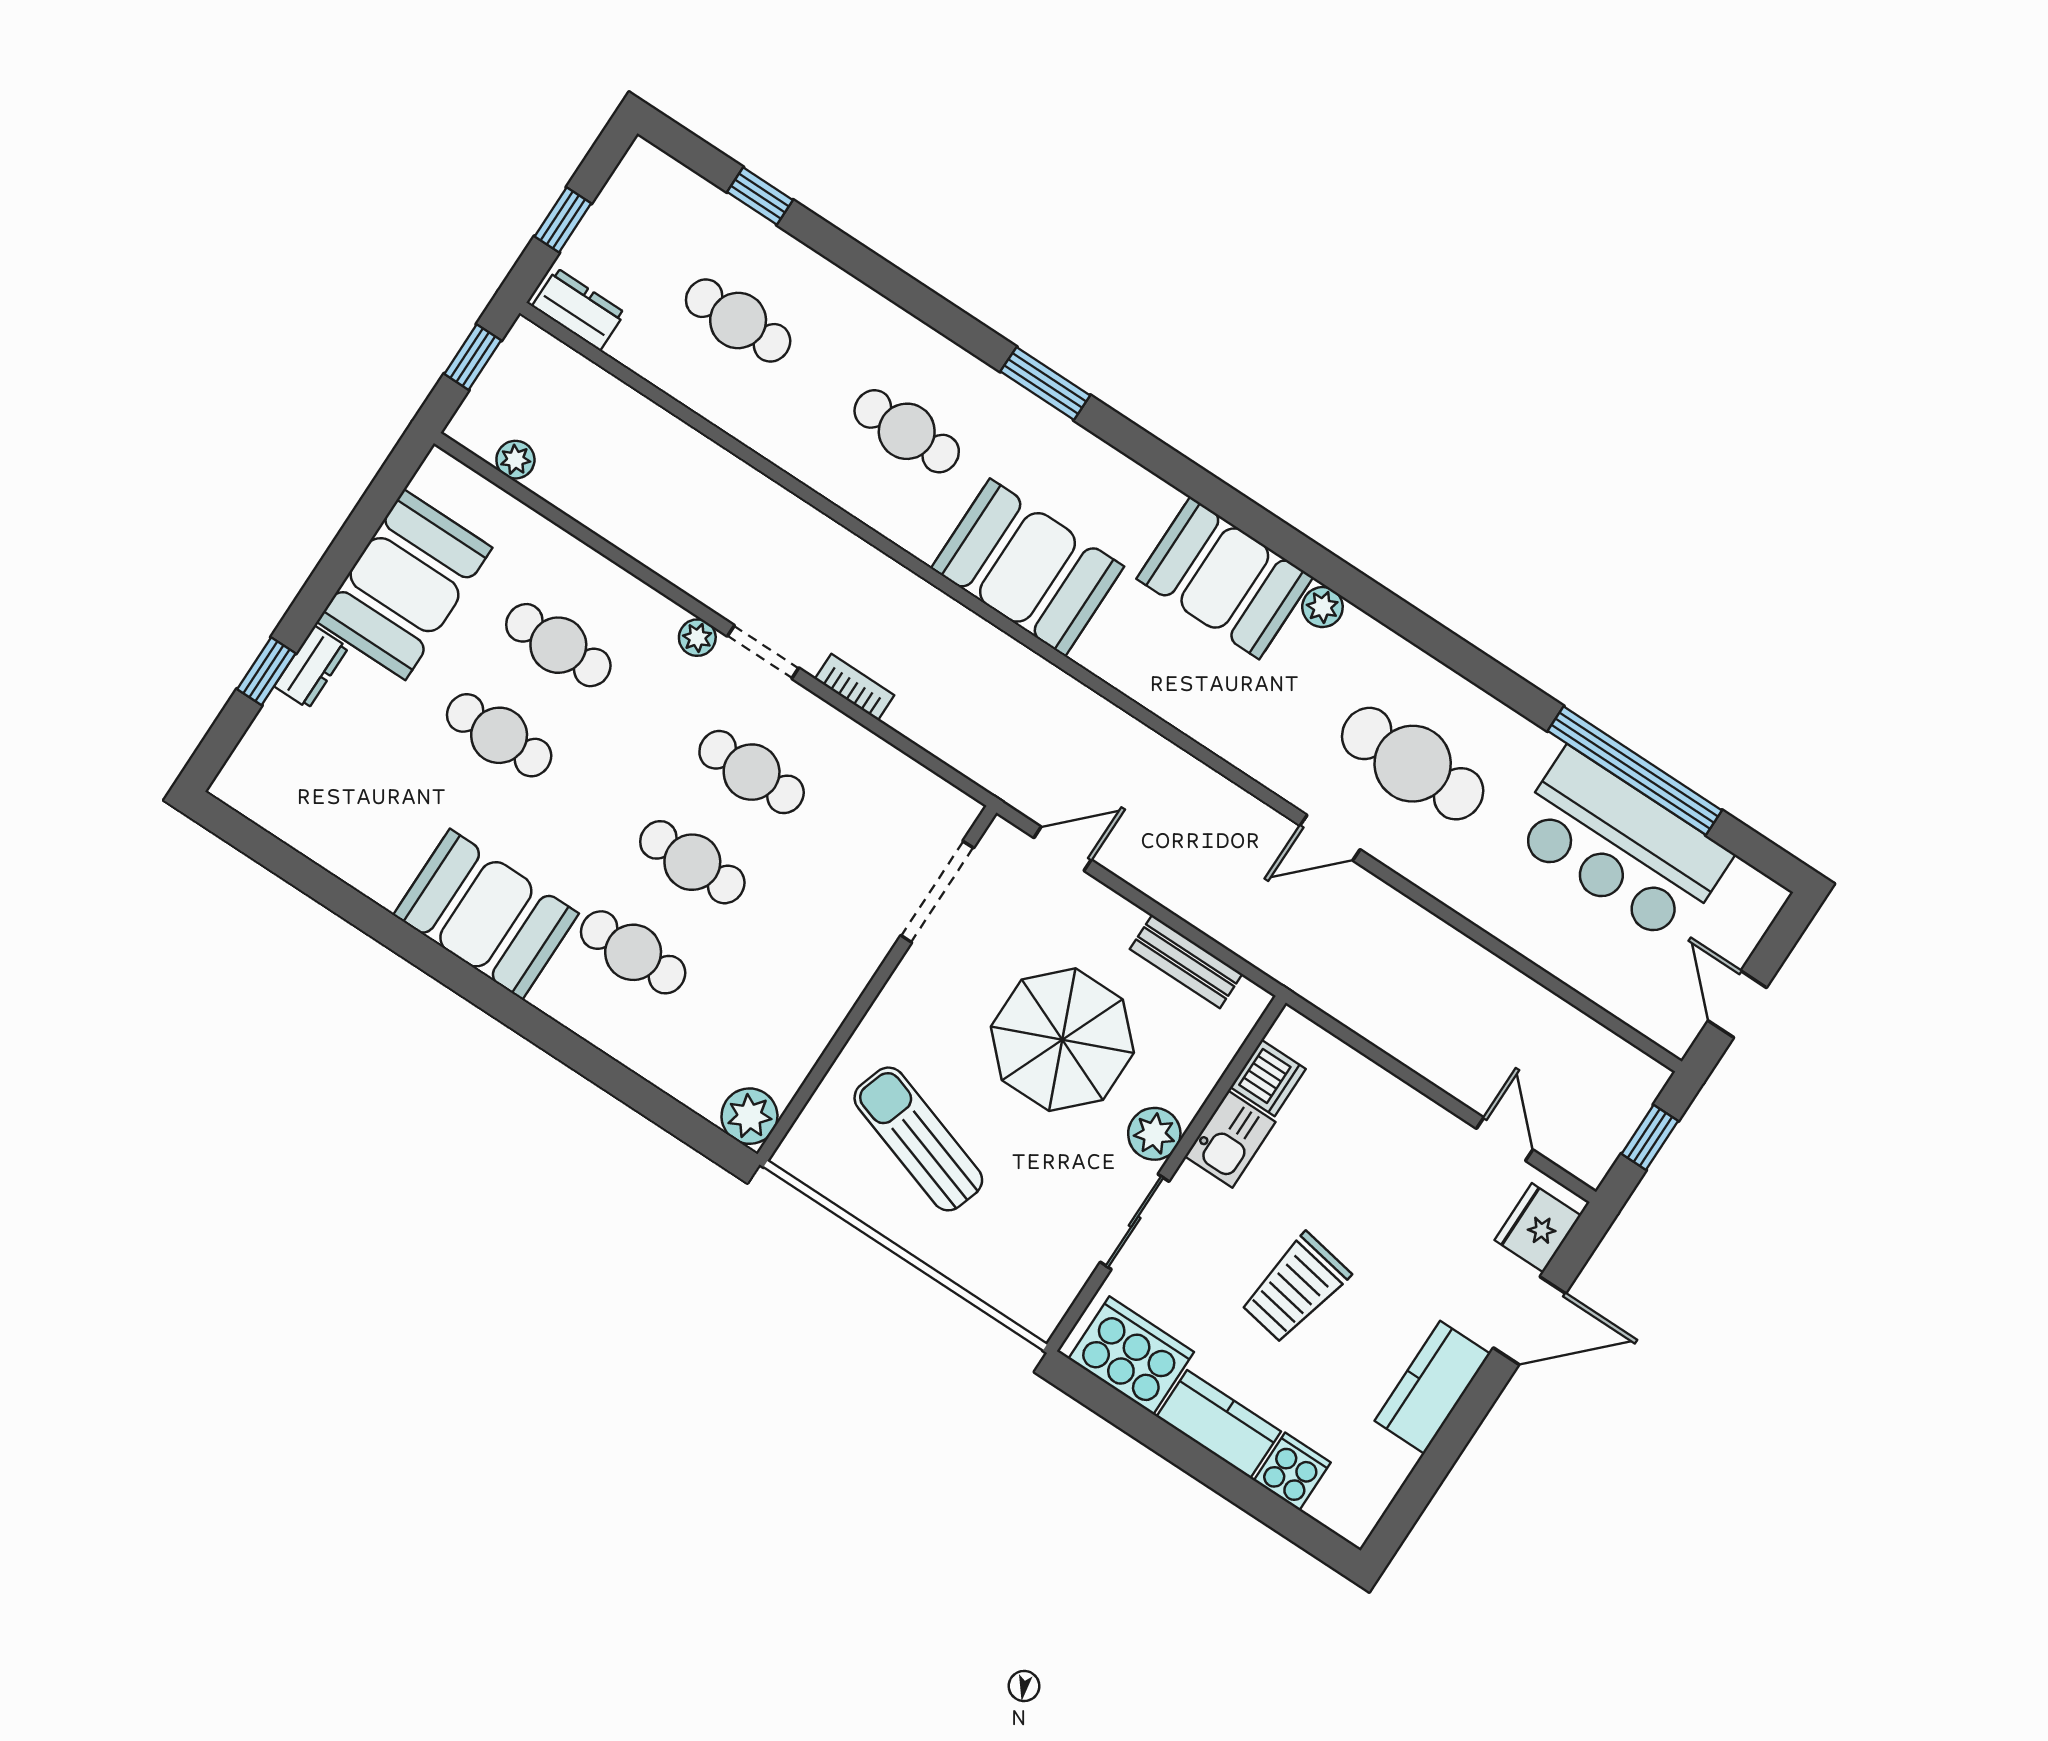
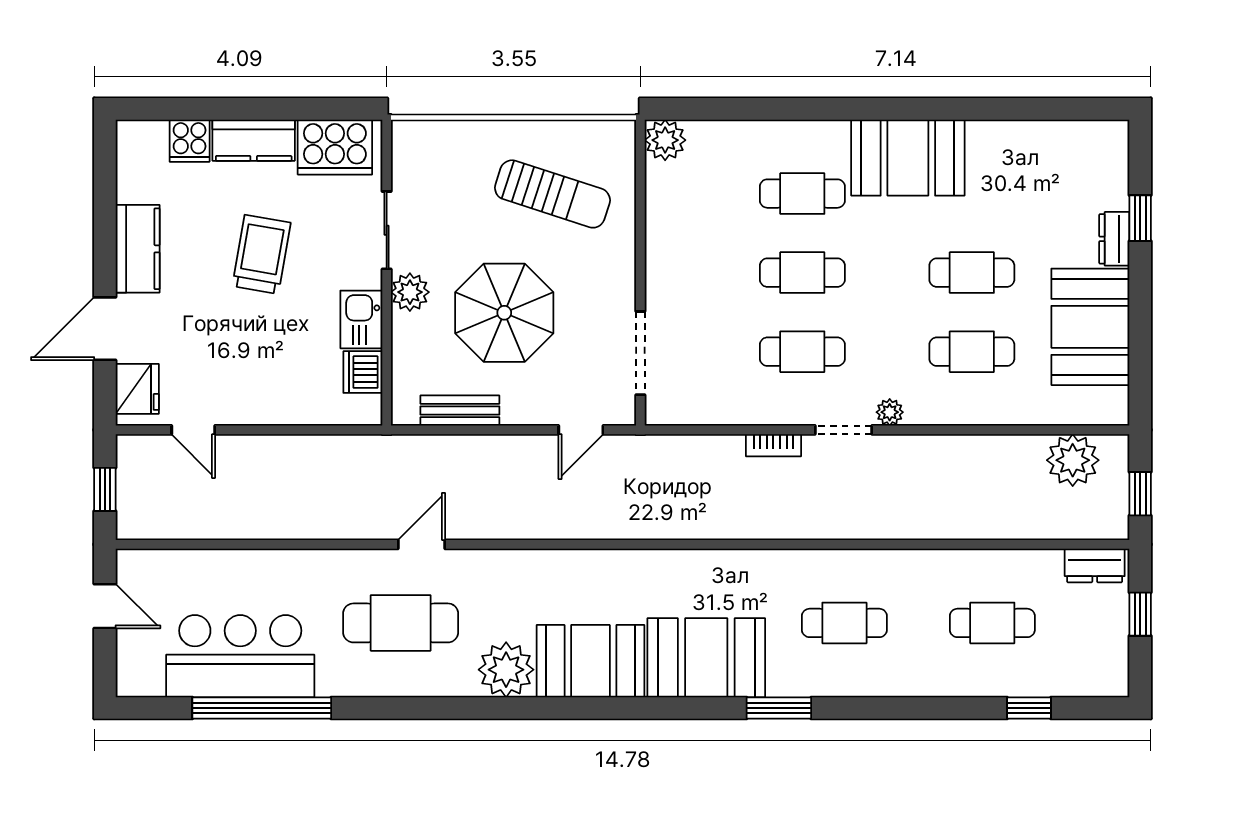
plant: (515, 460) -> (1073, 460), width x1.88, depth x1.88
booth: (1027, 567) -> (706, 658), moved
plant: (1322, 607) -> (506, 670), width x1.87, depth x1.87

